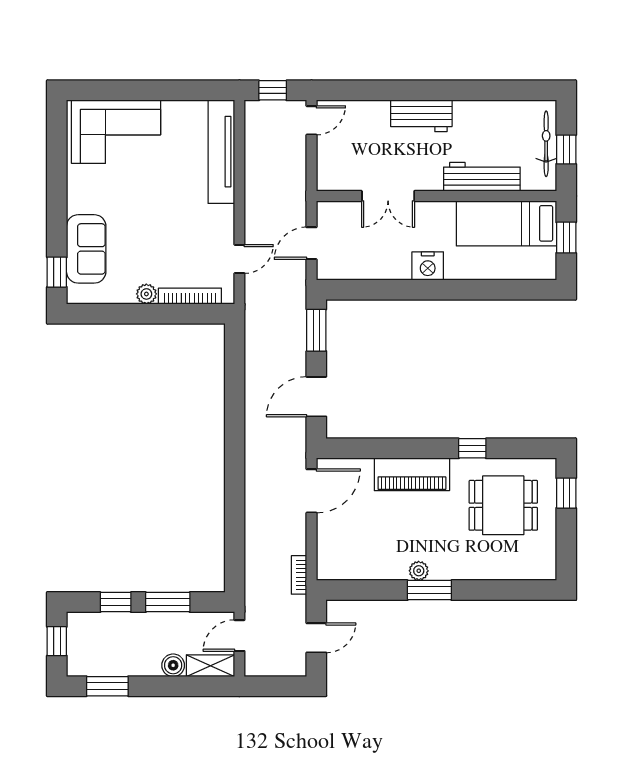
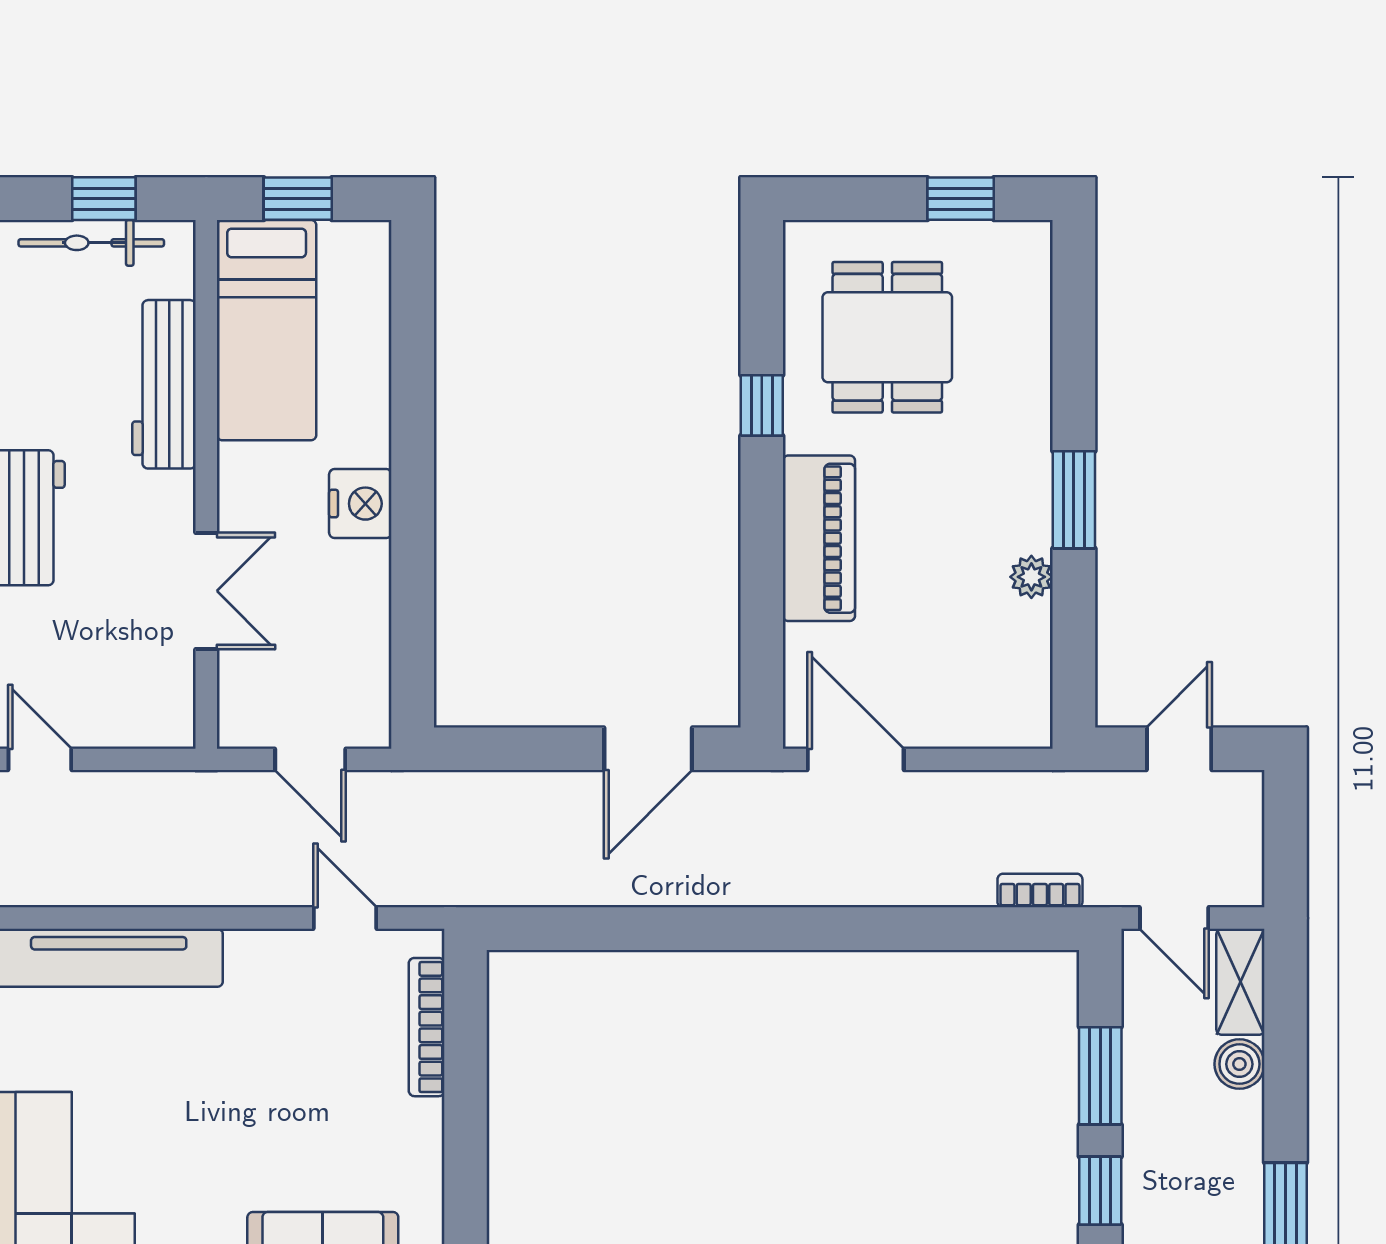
plant: (146, 294) -> (422, 1123), removed
window: (316, 330) -> (502, 749), removed
door: (316, 397) -> (648, 749), hinge flipped
window: (566, 493) -> (961, 199), moved
plant: (419, 571) -> (1031, 577), moved
bookcase: (299, 575) -> (1040, 891), moved, turned 180
door: (316, 638) -> (1179, 749), hinge flipped

